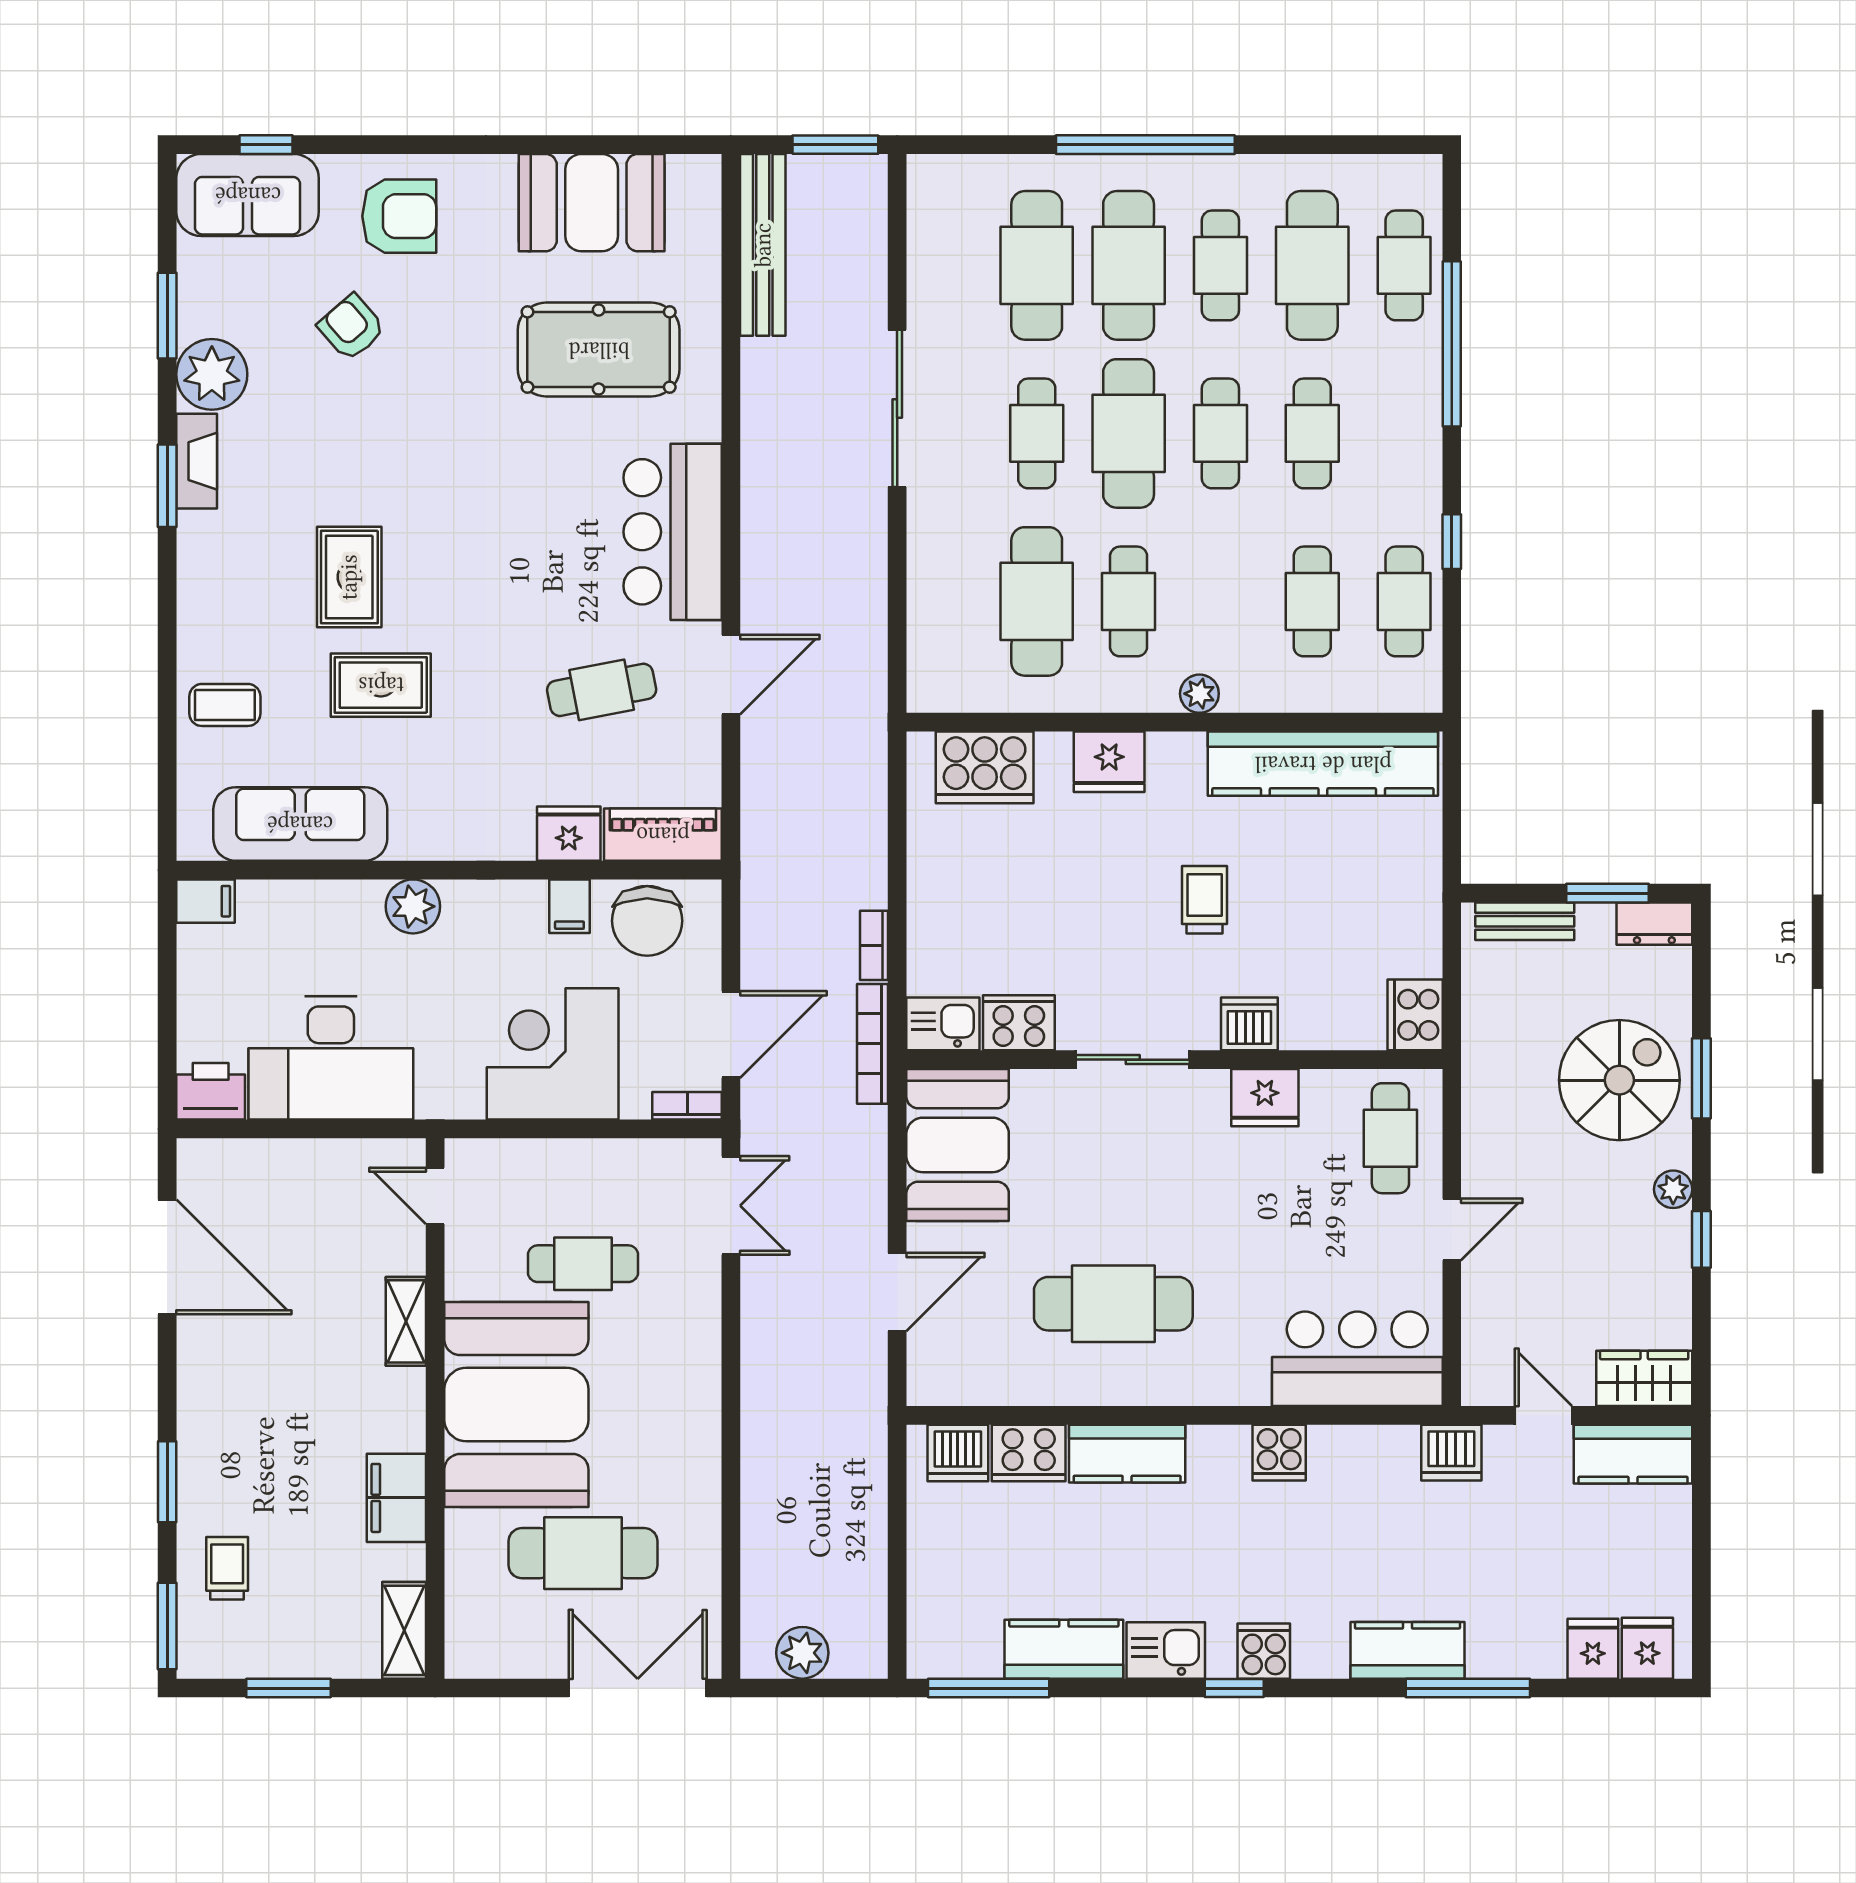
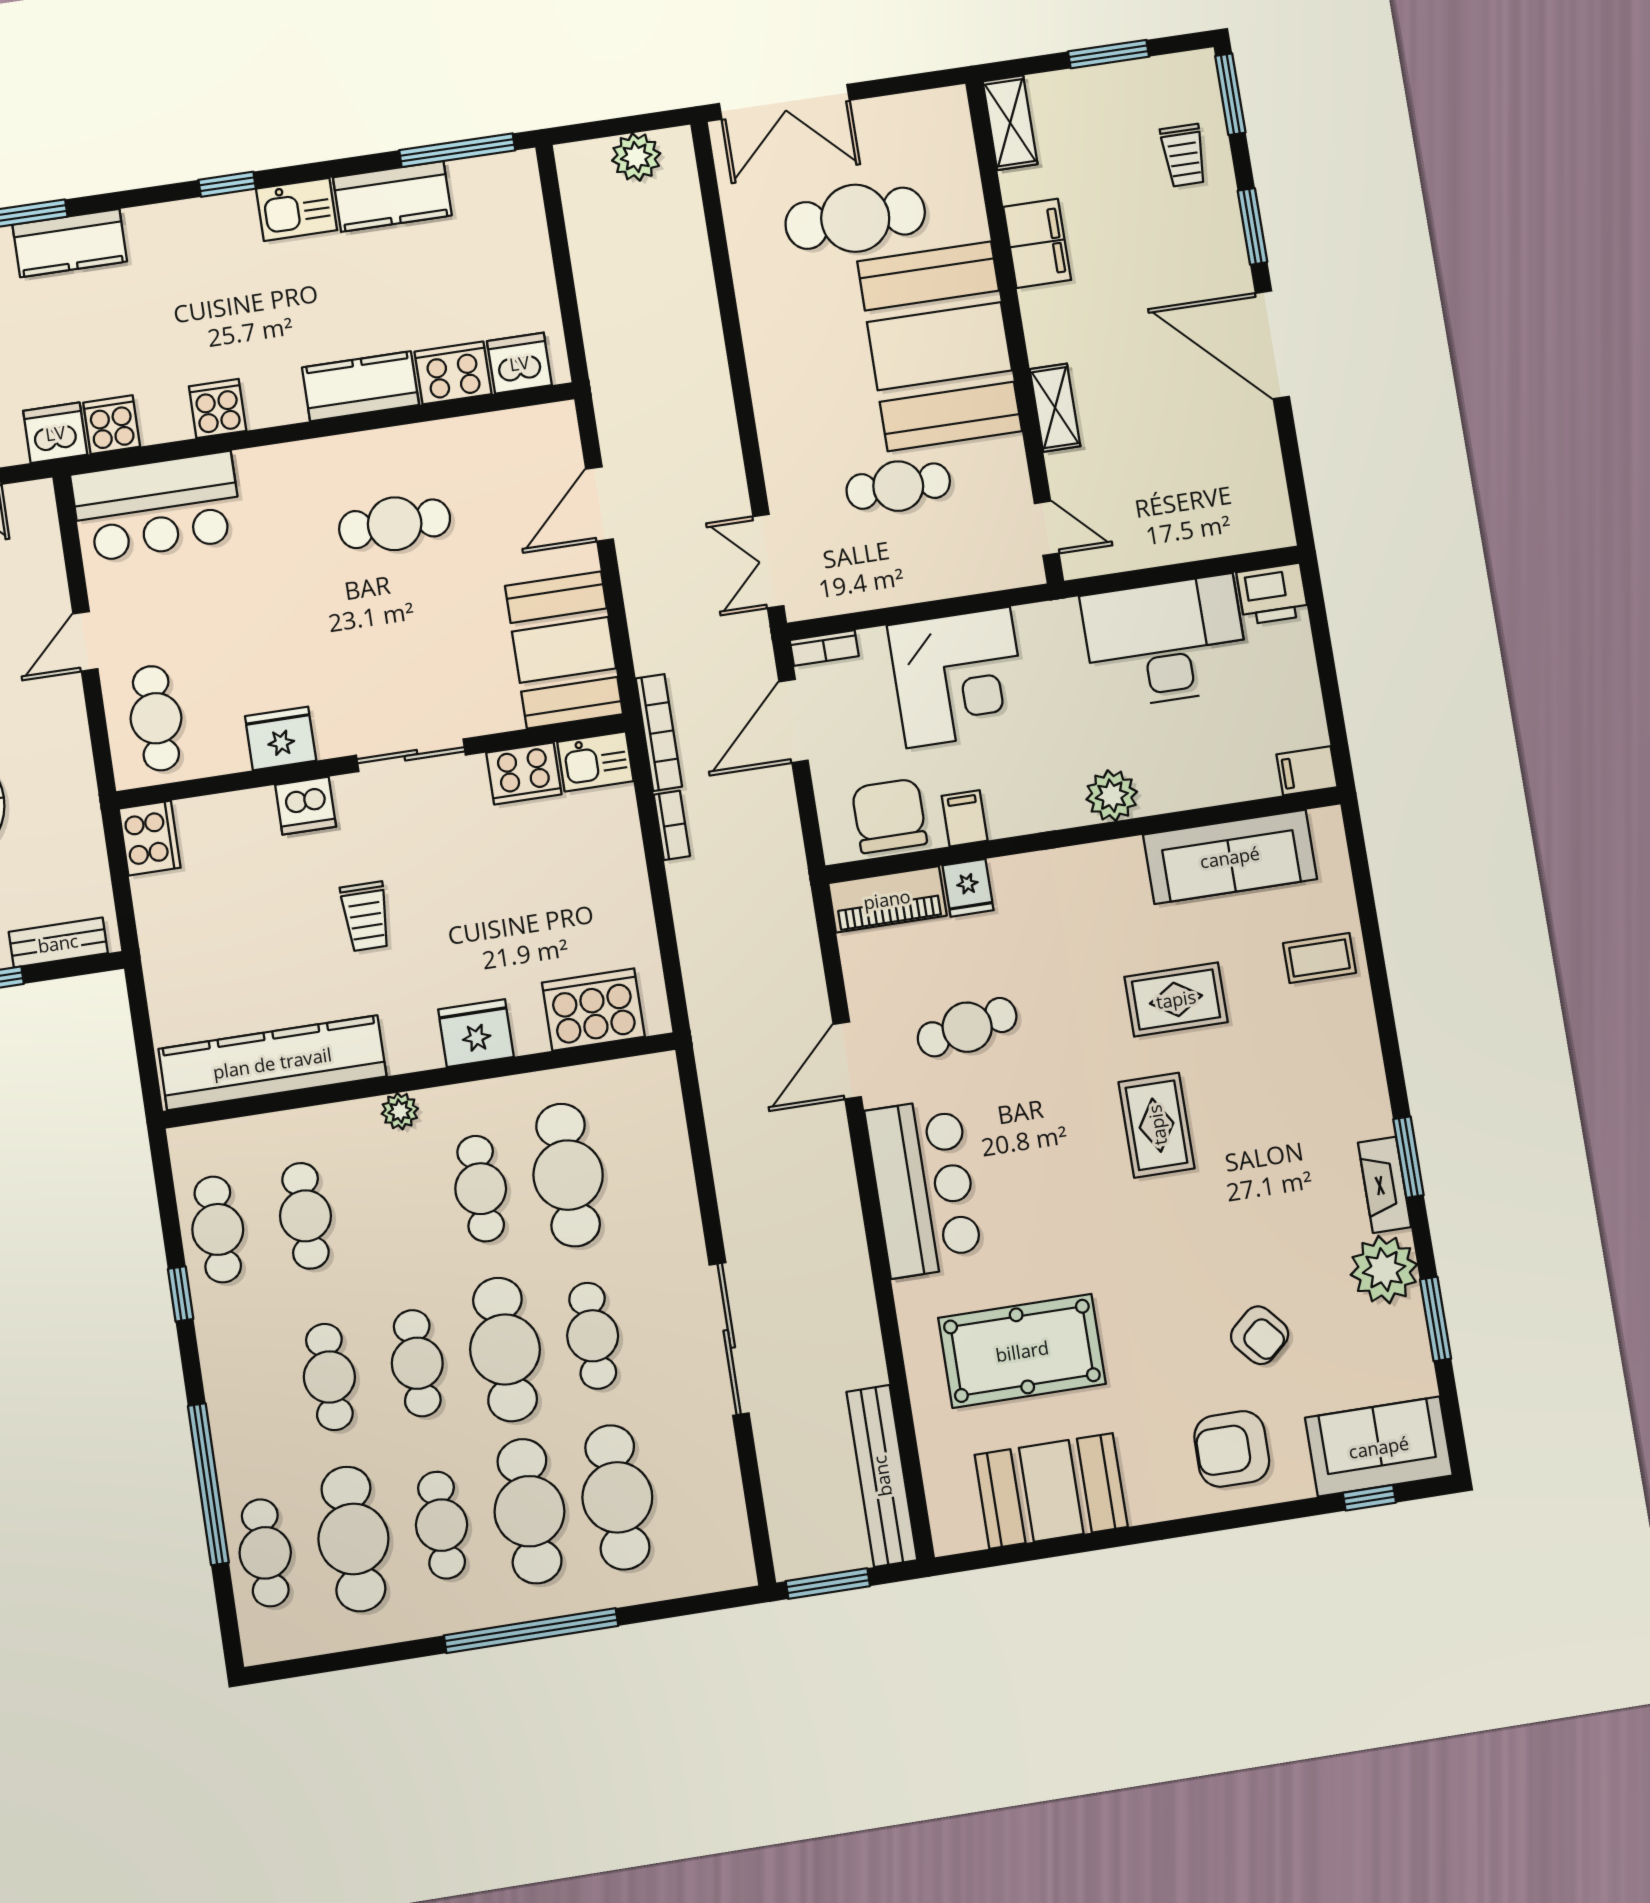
rug: (349, 577) -> (1157, 1125), moved
fridge: (569, 834) -> (968, 888), width x0.72
door: (167, 1257) -> (1272, 345), moved
cafe table: (1113, 1304) -> (395, 524), width x0.73, depth x0.74
cooker: (1264, 1651) -> (112, 425), moved, turned 180

